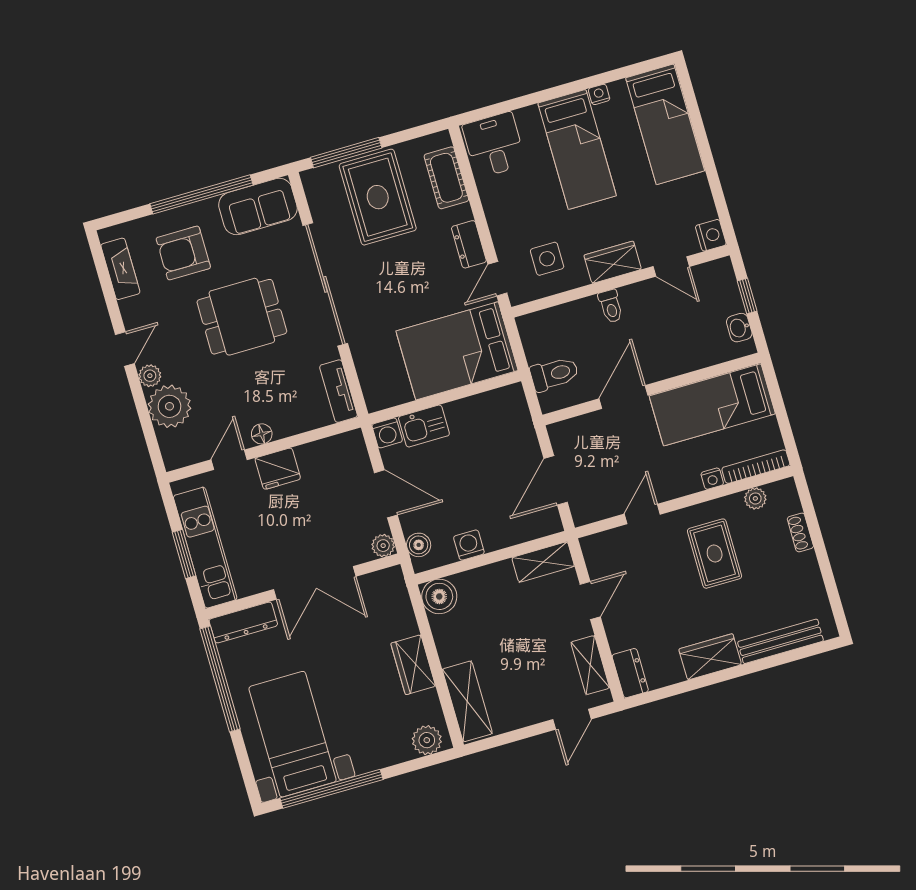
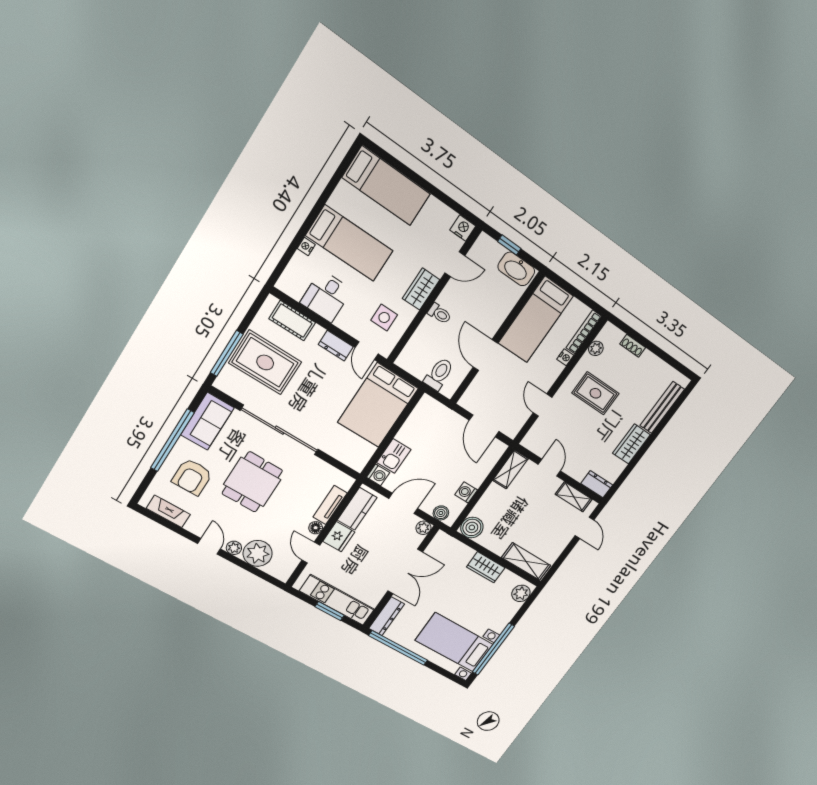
nightstand: (599, 94) -> (306, 246), moved
desk: (494, 145) -> (326, 296), moved, turned -90
washbasin: (739, 328) -> (516, 269), width x1.91, depth x1.45
tv unit: (339, 391) -> (330, 505), moved, turned 90
kitchen counter: (328, 453) -> (357, 509), added

